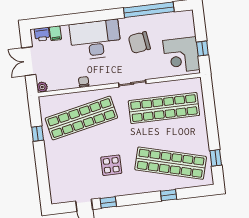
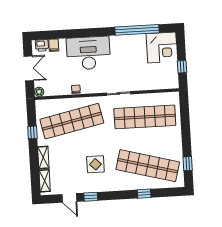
chair: (139, 43) -> (127, 58), removed
corner desk: (181, 55) -> (162, 48), moved, turned -90
double door: (29, 61) -> (29, 68), swing flipped
shelving: (52, 161) -> (43, 158), added
shelving: (55, 188) -> (45, 181), added

